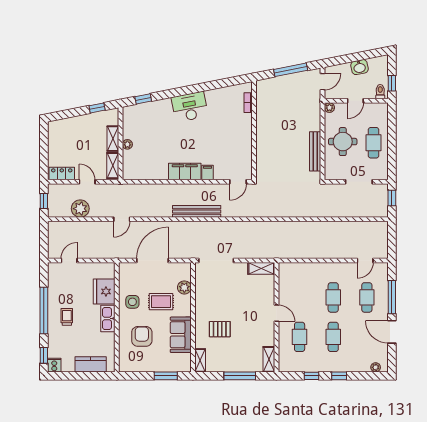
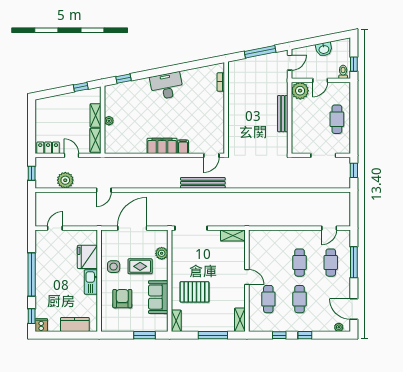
plant: (329, 108) -> (300, 91), width x1.88, depth x1.88
round table: (343, 142) -> (308, 118), removed
bench: (315, 151) -> (283, 114), moved
bench: (197, 211) -> (203, 183), moved
trolley: (67, 317) -> (53, 280), removed
pallet: (220, 329) -> (194, 292), width x1.50, depth x1.42
door: (392, 332) -> (354, 309), moved

